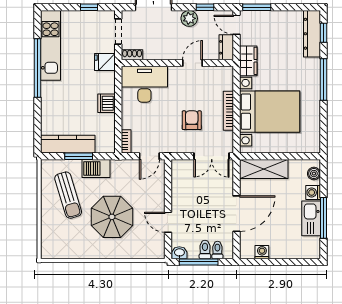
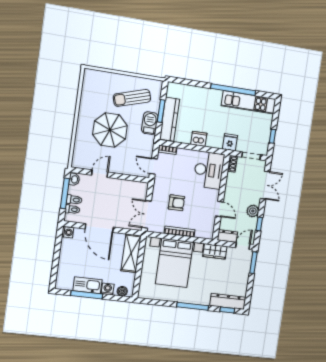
kitchen counter: (68, 144) -> (170, 119), moved
washing machine: (262, 252) -> (68, 232), moved

